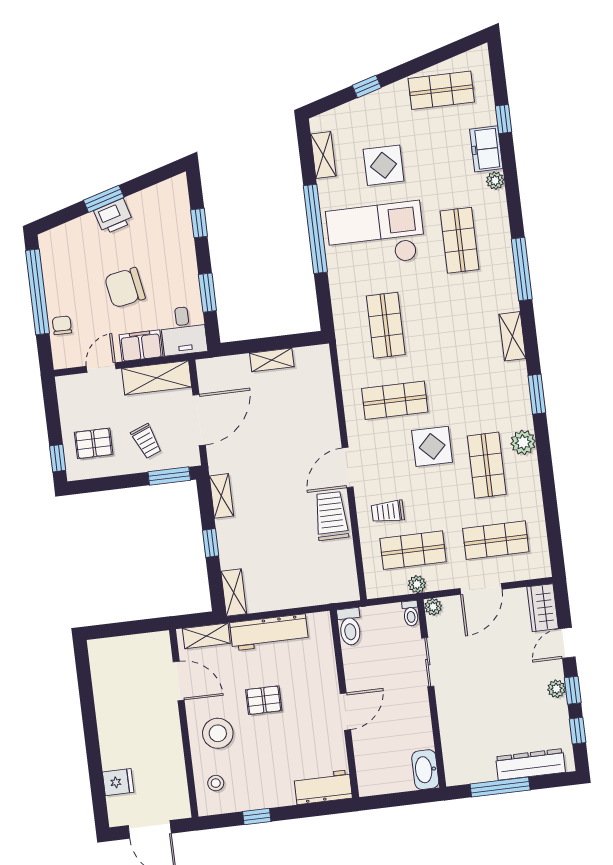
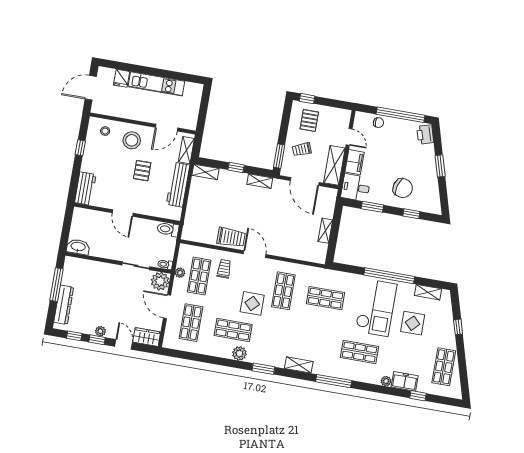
printer: (113, 216) -> (425, 134), moved
chair: (125, 288) -> (403, 188), moved, turned 115
plant: (433, 607) -> (160, 281), width x1.88, depth x1.88
kitchen unit: (110, 720) -> (156, 84), added

